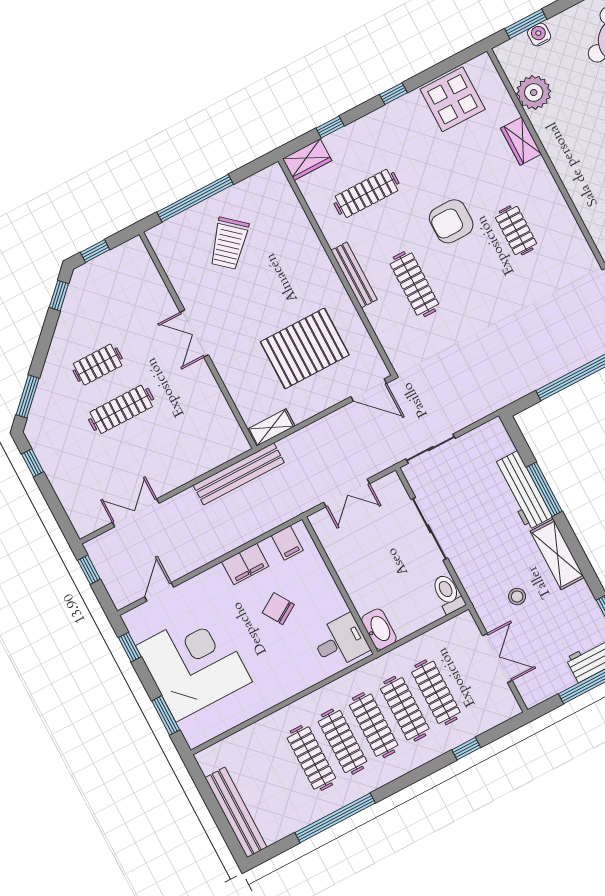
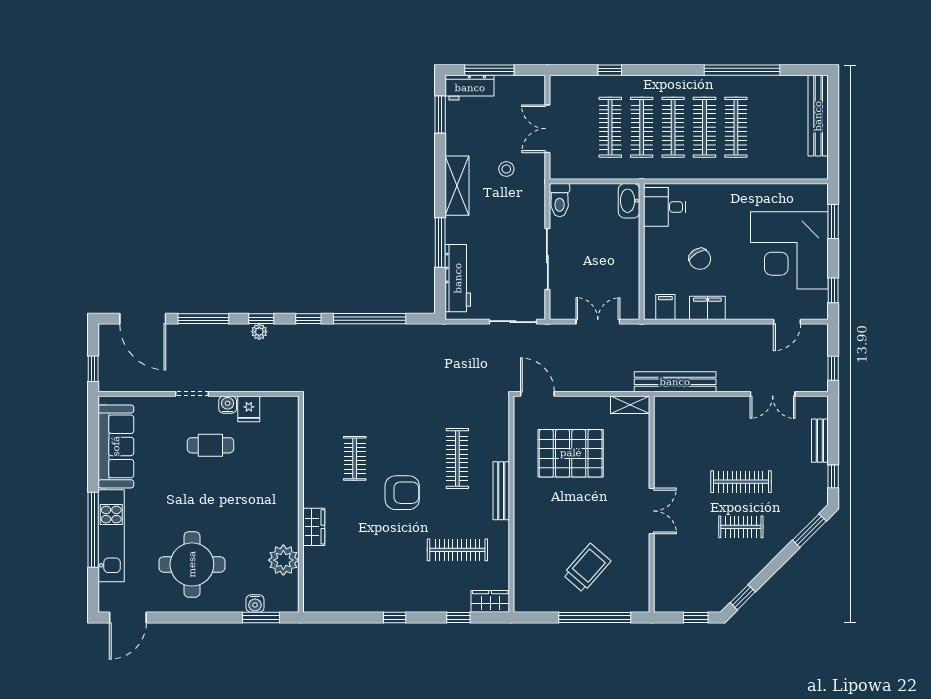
display table: (453, 99) -> (350, 588), removed
workbench: (523, 490) -> (458, 278), moved
bench: (64, 491) -> (820, 441), added

